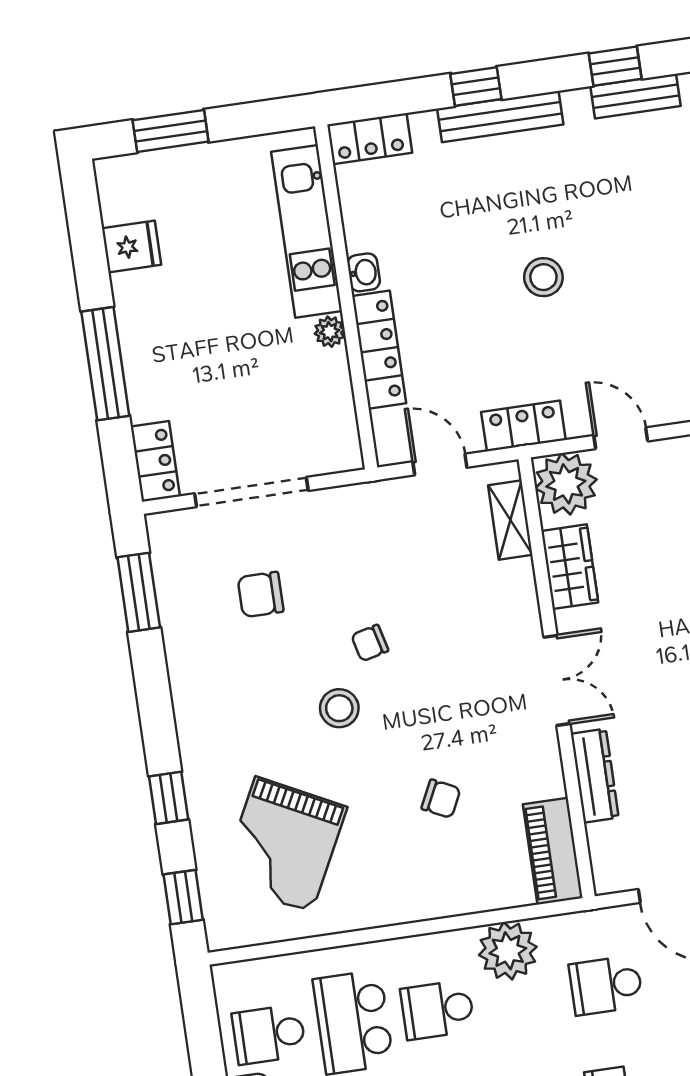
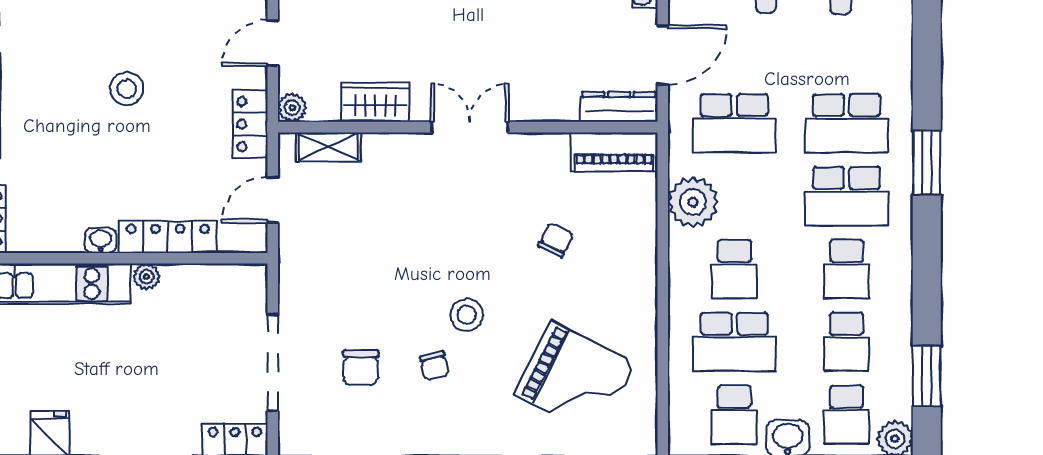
plant: (566, 484) -> (292, 108), width x0.53, depth x0.53
chair: (370, 643) -> (435, 366), moved
dresser: (595, 776) -> (619, 107), moved
school desk: (606, 985) -> (734, 123), width x1.85

